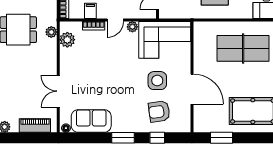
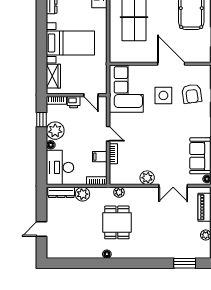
plant: (132, 27) -> (114, 118), removed
plant: (67, 40) -> (147, 178), moved
door: (192, 89) -> (171, 64), hinge flipped

